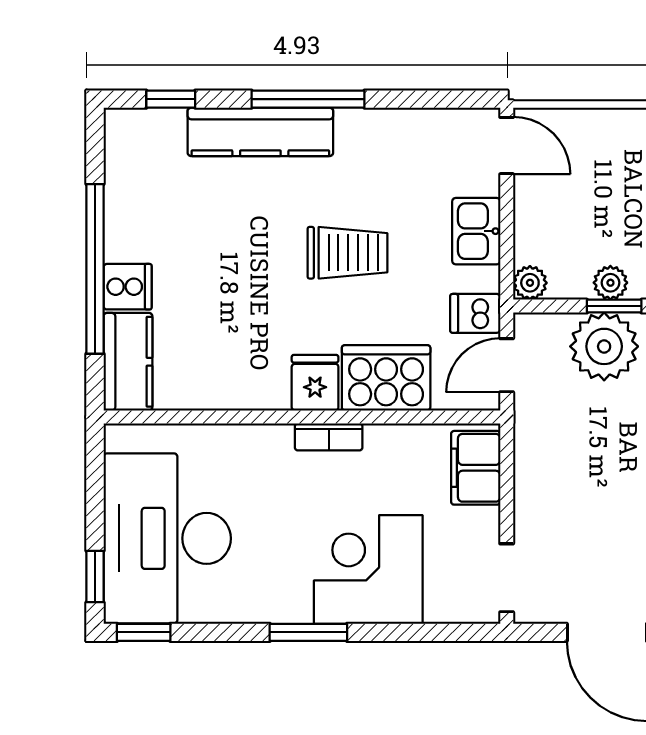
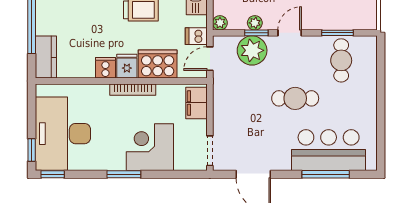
cooker: (128, 287) -> (105, 68), moved, turned -90
bookcase: (329, 437) -> (133, 90), width x1.56

